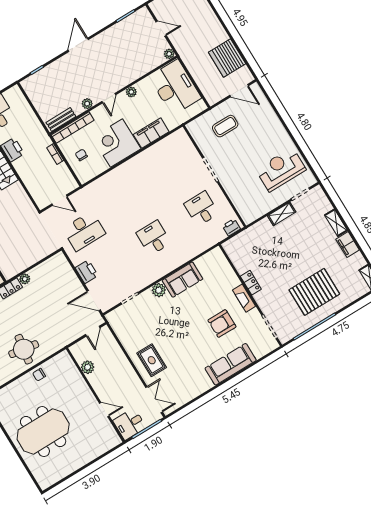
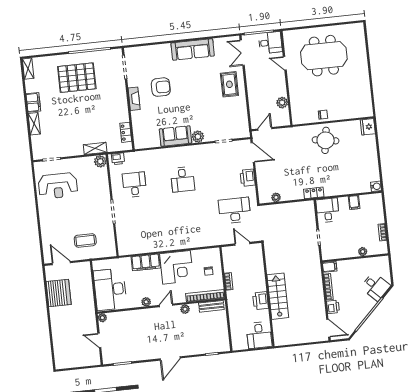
desk: (201, 209) -> (134, 185), turned 180
shelving: (282, 214) -> (95, 148), moved
plant: (249, 216) -> (100, 161), added
plant: (25, 279) -> (276, 197), moved
locker: (251, 283) -> (126, 132), moved
sofa: (231, 364) -> (193, 49), moved
meeting table: (43, 432) -> (324, 56), moved

